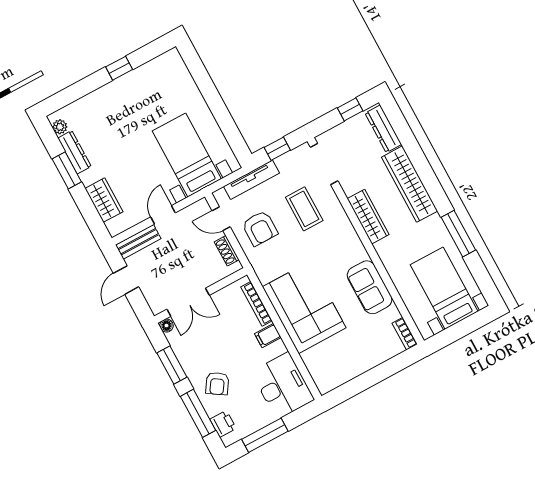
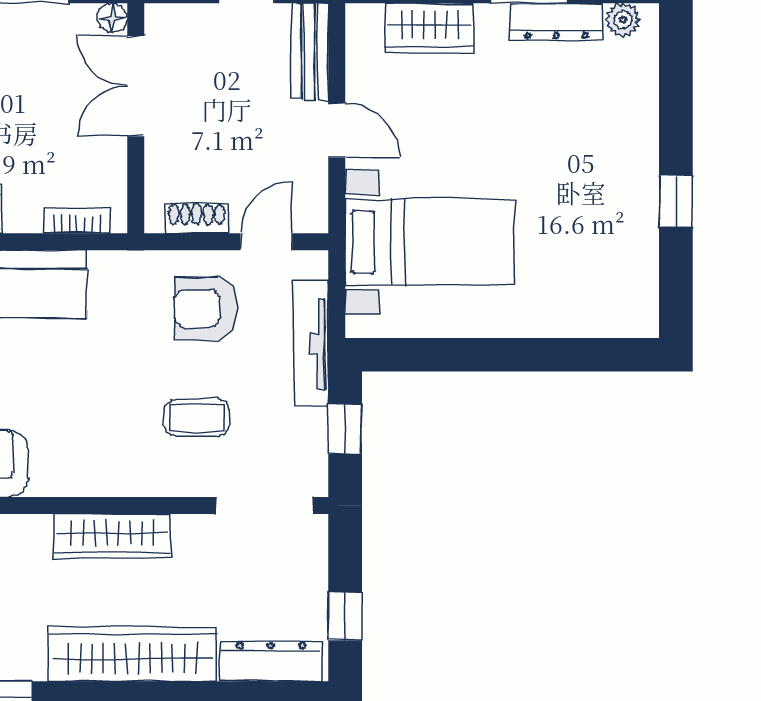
coffee table: (304, 209) -> (197, 418), width x0.73, depth x0.77
bookcase: (256, 304) -> (77, 220), width x0.64

